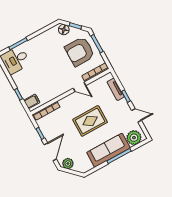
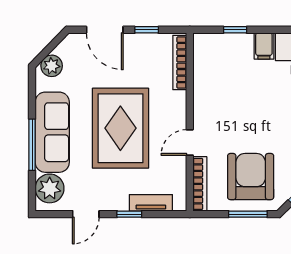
filing cabinet: (32, 101) -> (264, 46), moved
rug: (90, 121) -> (120, 128), width x1.37, depth x1.44
plant: (68, 163) -> (52, 66), moved

